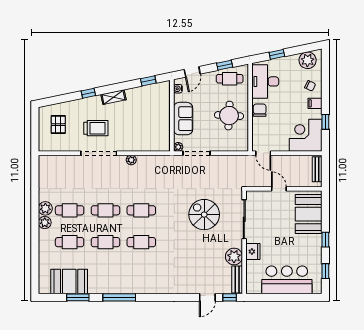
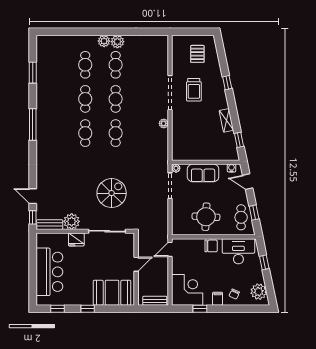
shelving: (113, 97) -> (226, 120), moved
pallet: (58, 125) -> (197, 54), turned 90
booth: (69, 282) -> (48, 64), removed
window: (119, 297) -> (33, 125), moved

